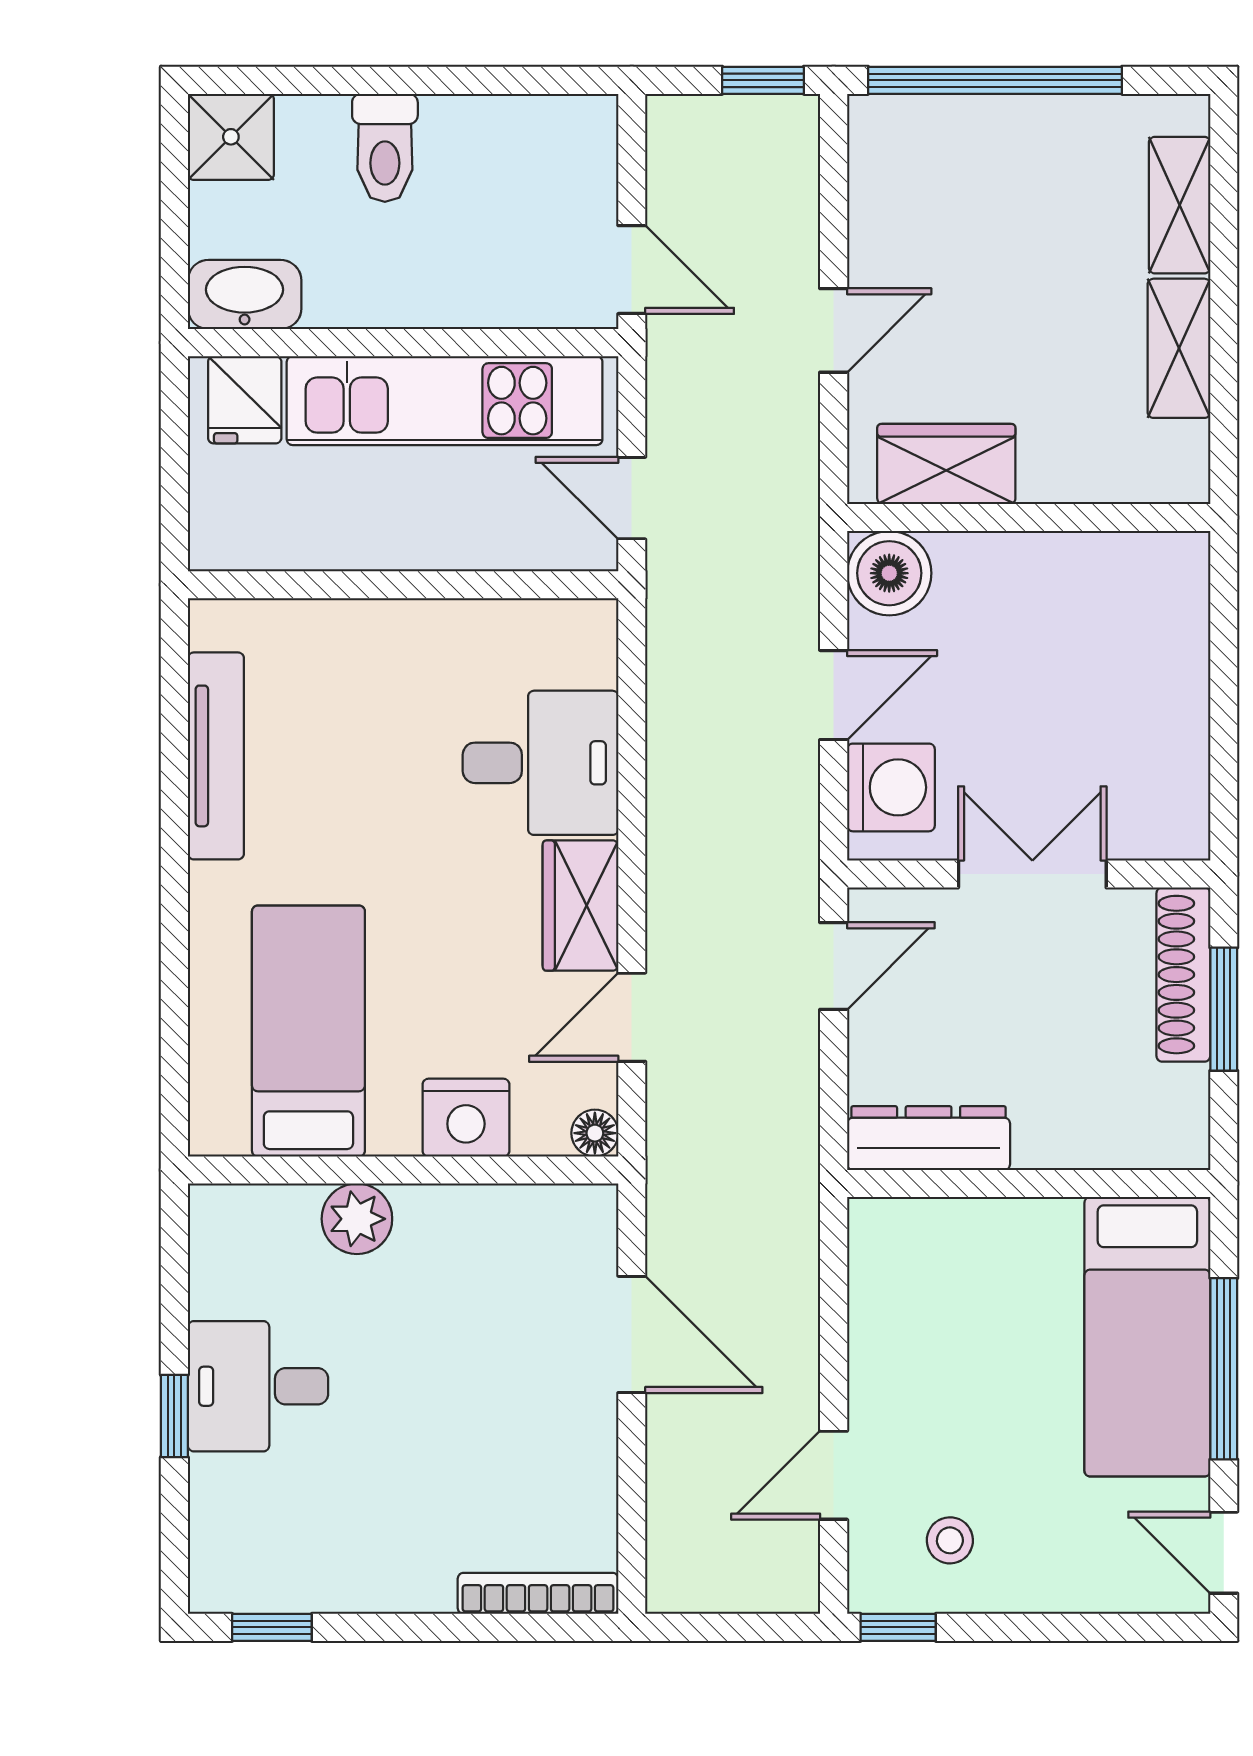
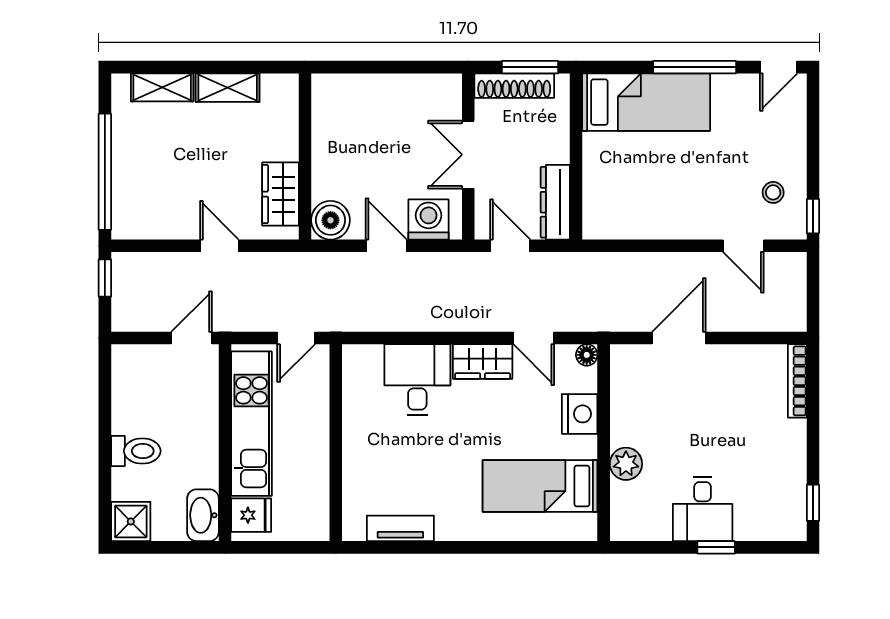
tv unit: (216, 756) -> (400, 528), width x0.71
dresser: (929, 1138) -> (555, 202), moved
wall: (1029, 1183) -> (576, 156), moved
bed: (1147, 1337) -> (646, 102), moved

